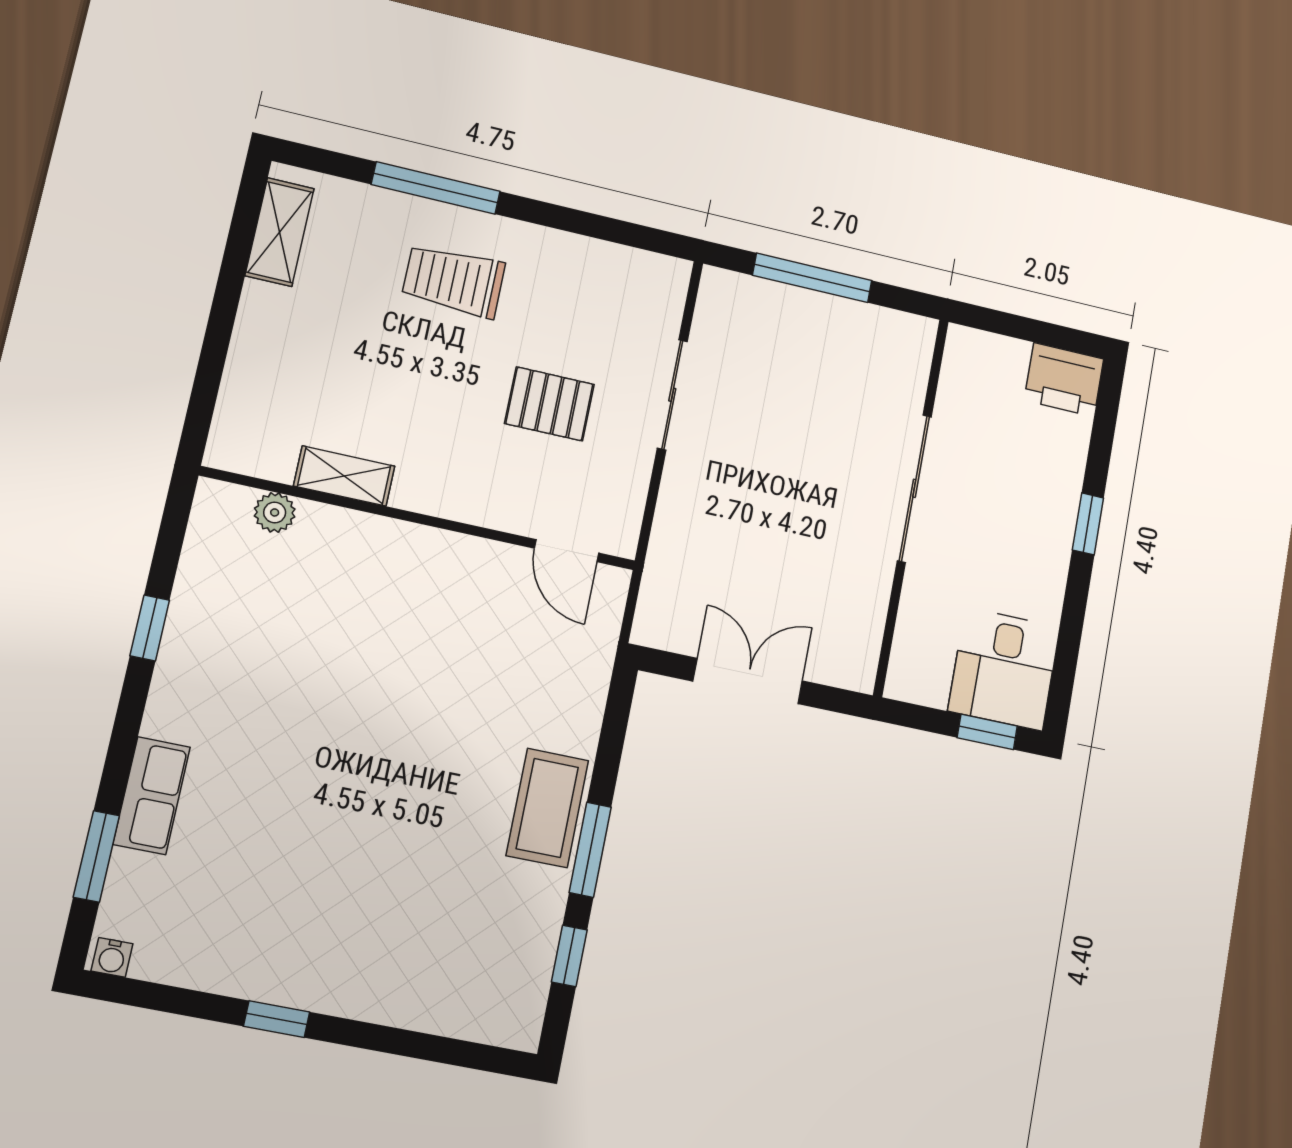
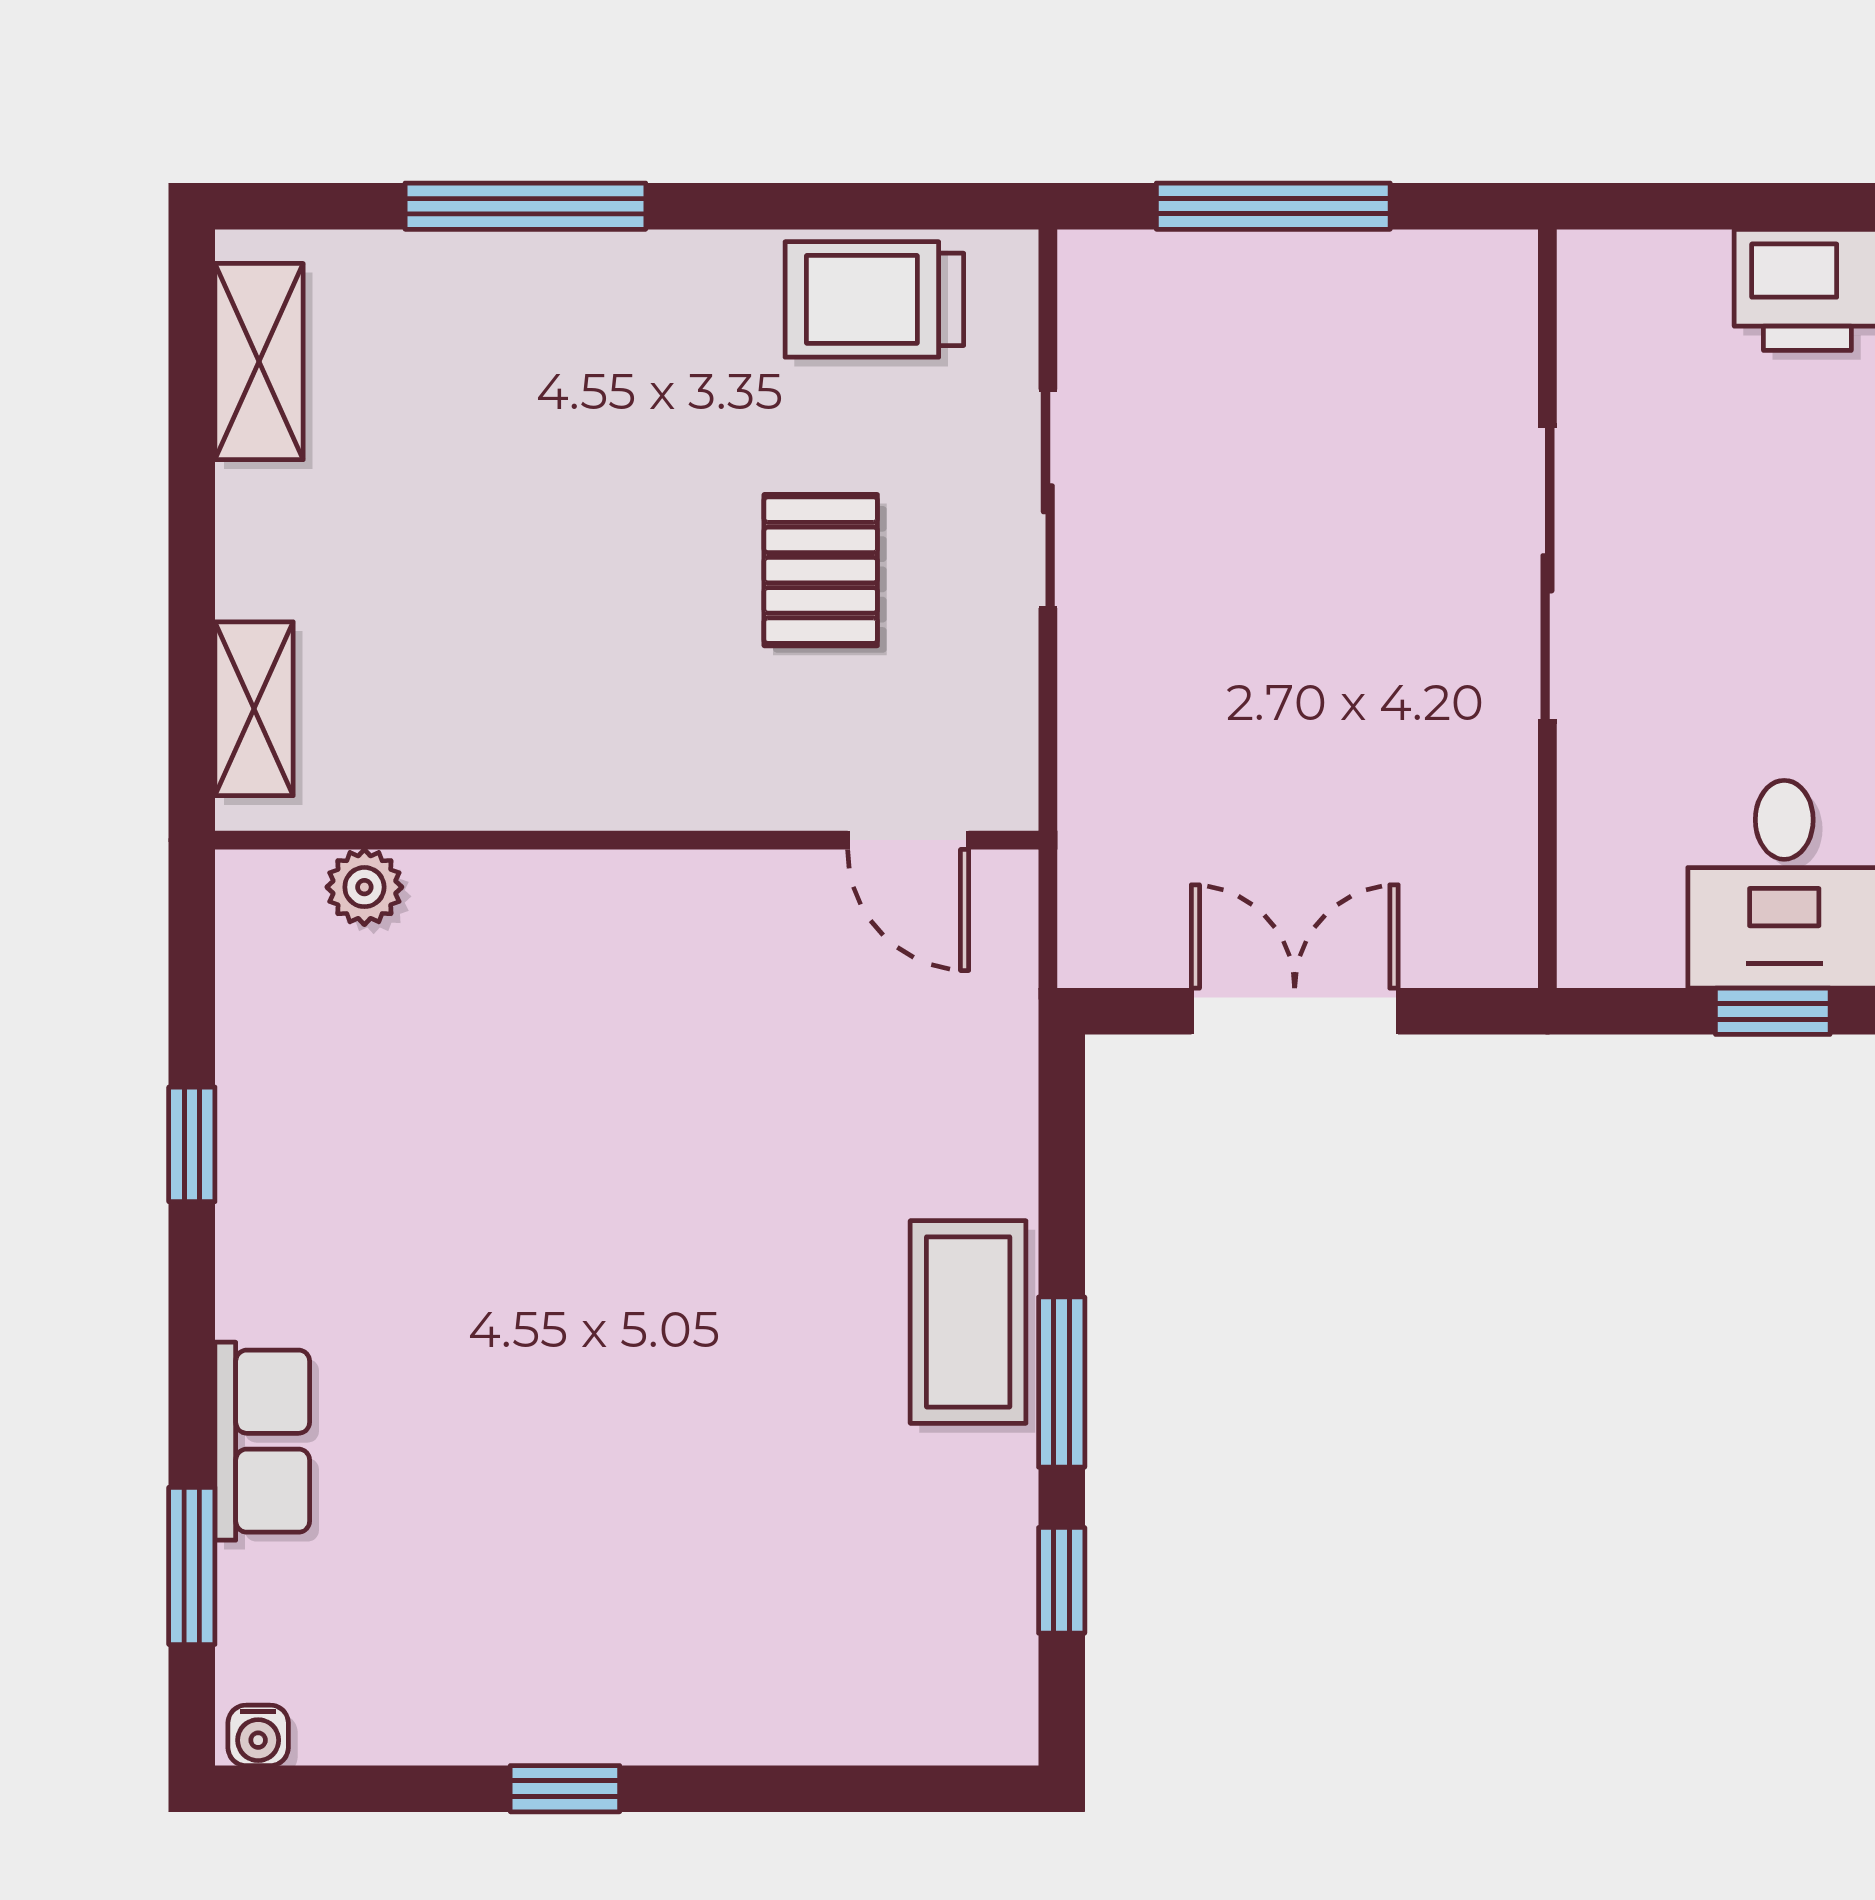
trolley: (454, 281) -> (874, 299), moved
pallet: (549, 404) -> (821, 570), turned 90
shelving: (344, 476) -> (254, 709), moved, turned 90

